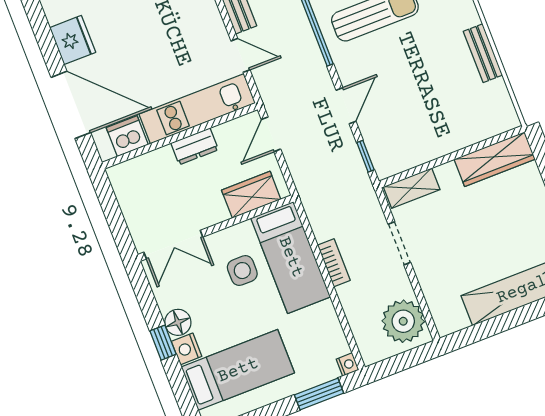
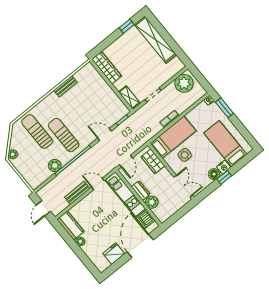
door: (240, 55) -> (98, 184), hinge flipped
door: (271, 134) -> (126, 161), hinge flipped
plant: (160, 163) -> (152, 202), added

